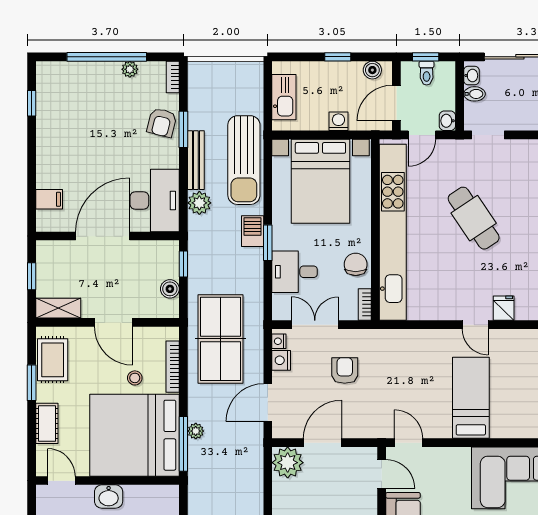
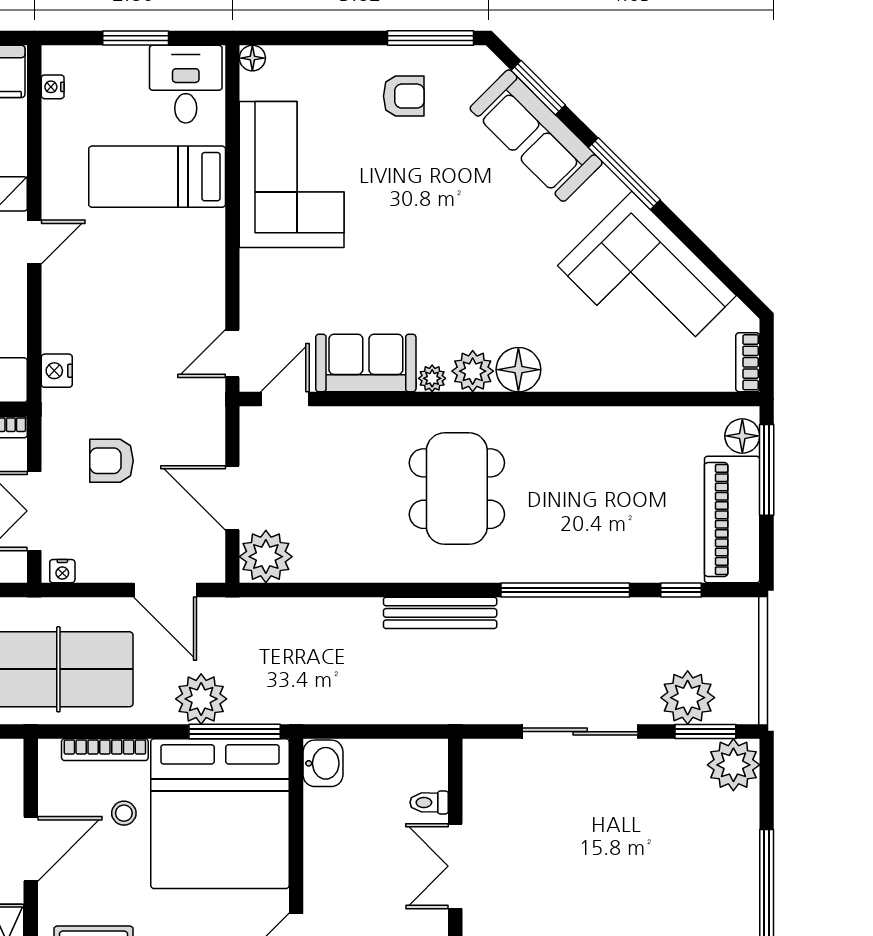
nightstand: (281, 360) -> (57, 371), moved, turned 90
bed: (471, 398) -> (157, 177), moved
plant: (196, 431) -> (201, 699), width x1.88, depth x1.88
washbasin: (109, 497) -> (323, 763), moved

